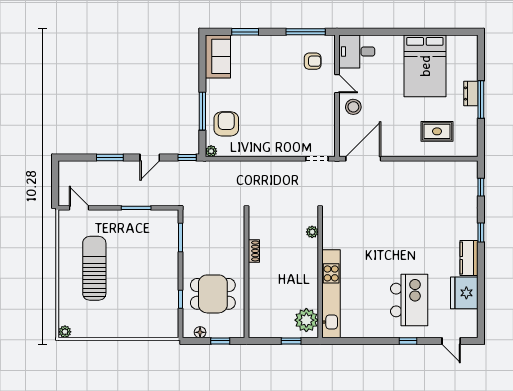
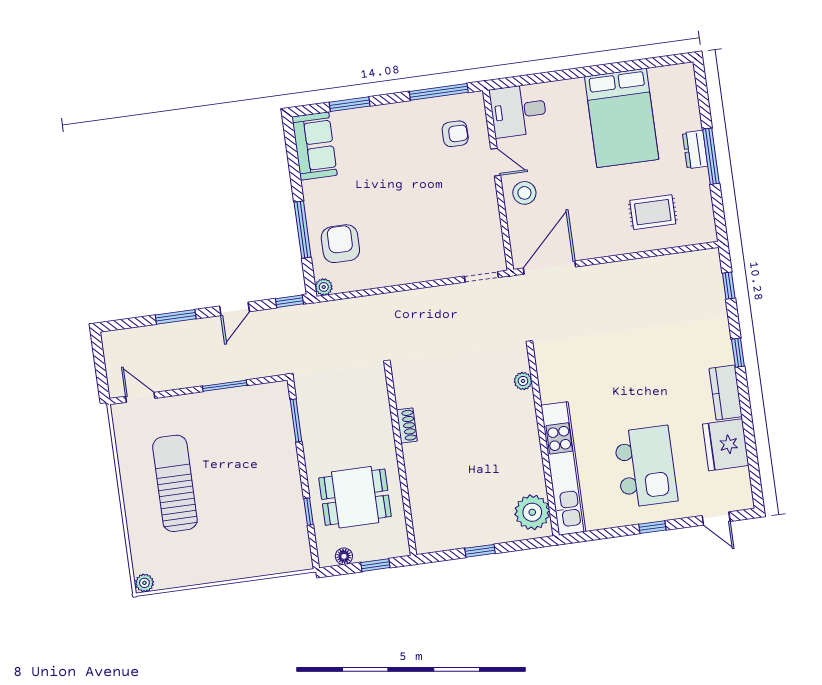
plant: (312, 232) -> (523, 381), moved
wall: (320, 274) -> (543, 441), moved
kitchen unit: (331, 294) -> (563, 468), moved
plant: (306, 320) -> (532, 512), moved

